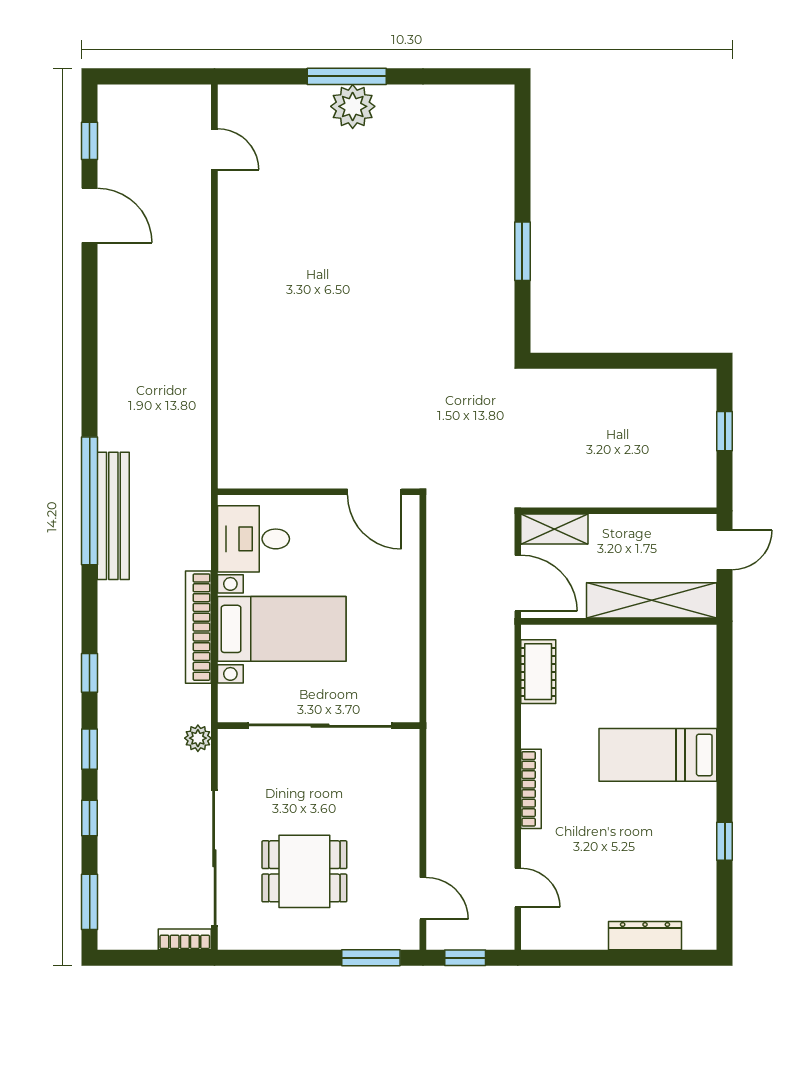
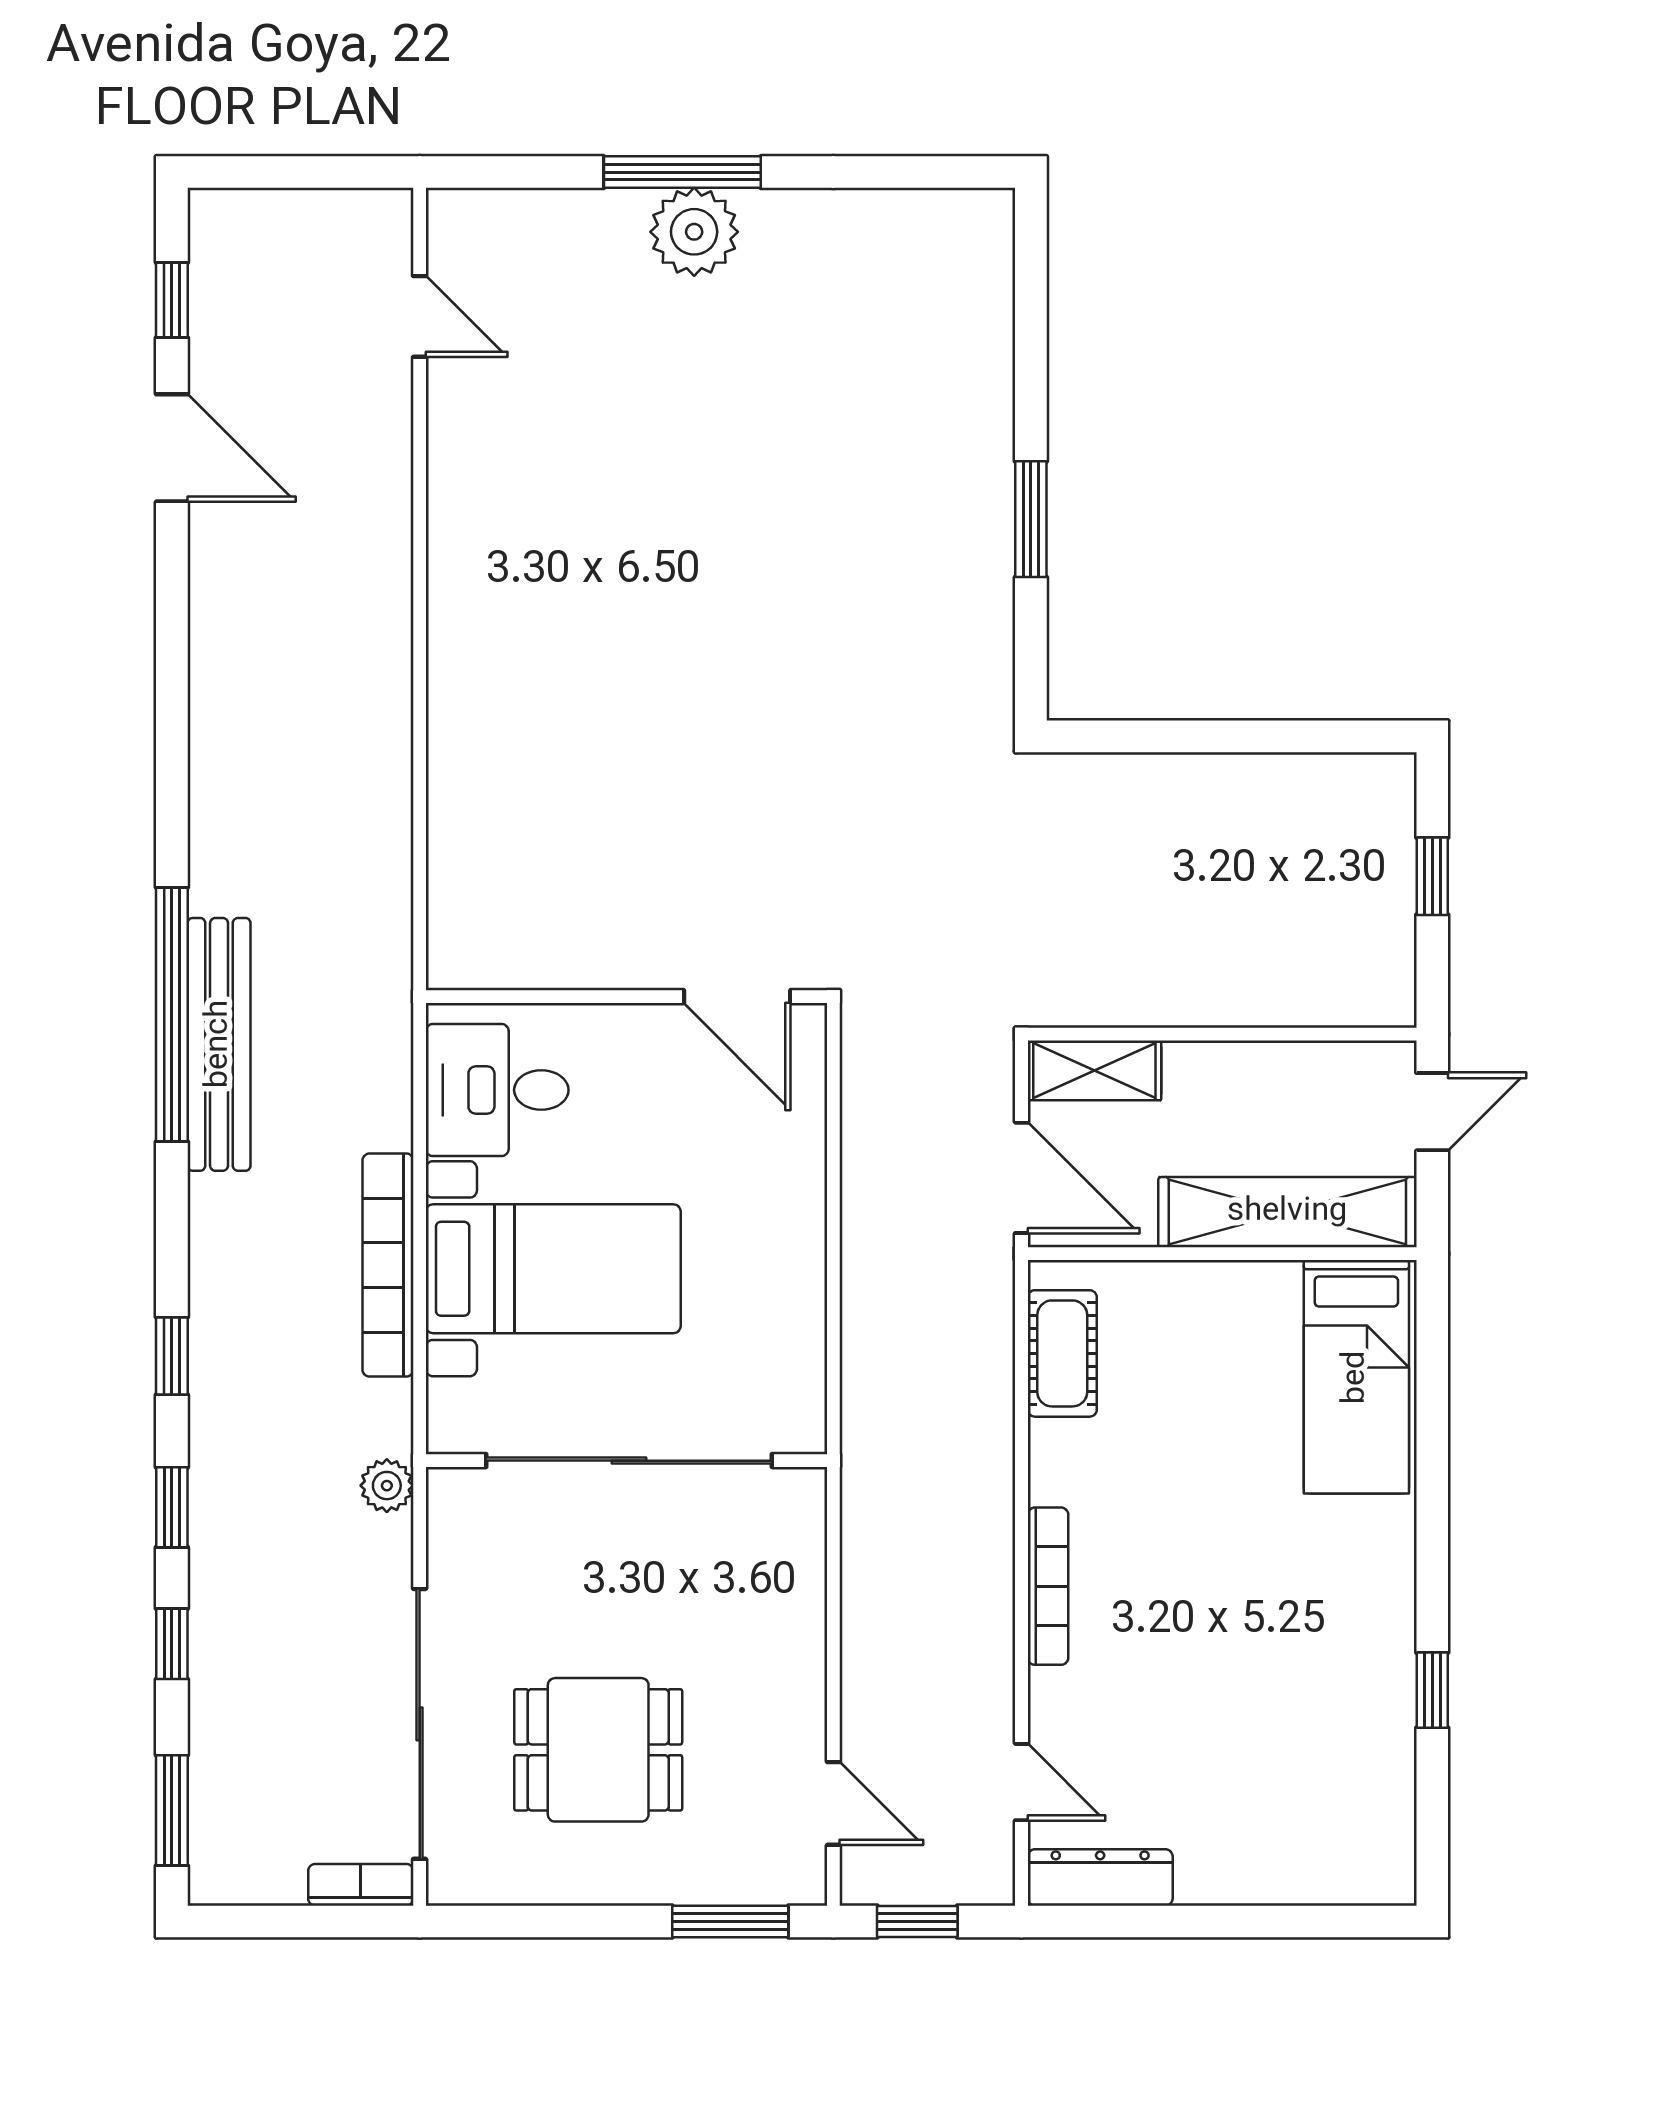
bed: (658, 755) -> (1356, 1377), moved, turned -90
dresser: (645, 936) -> (1100, 1877), moved

